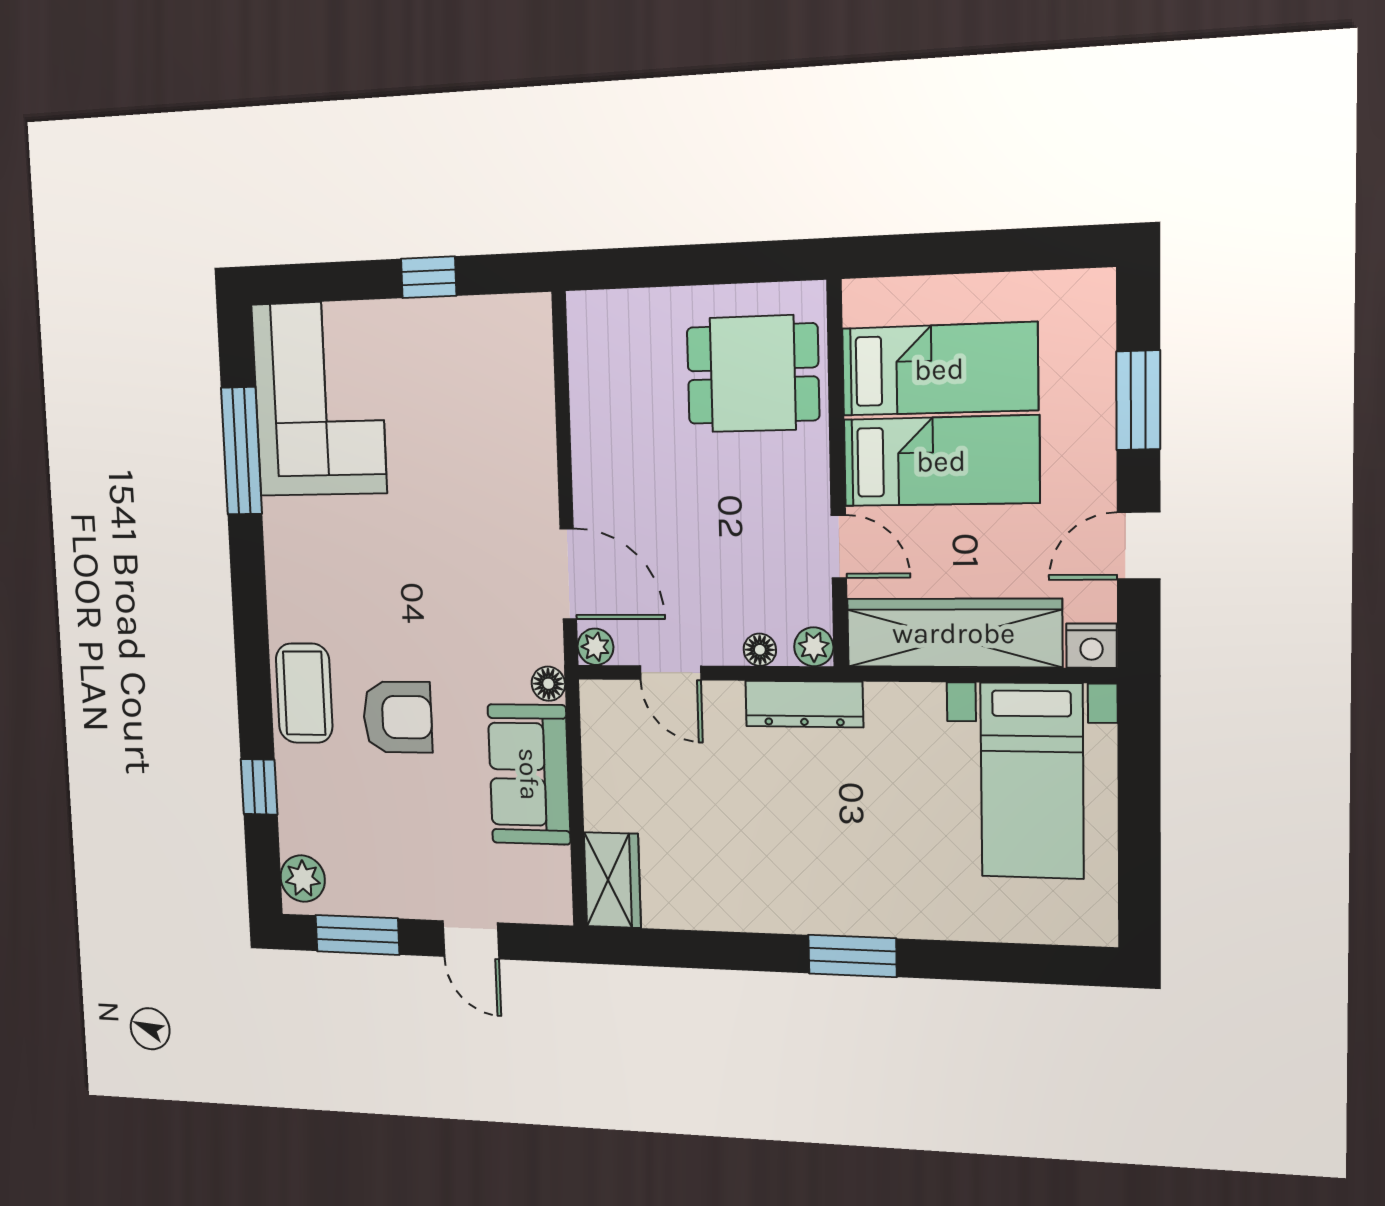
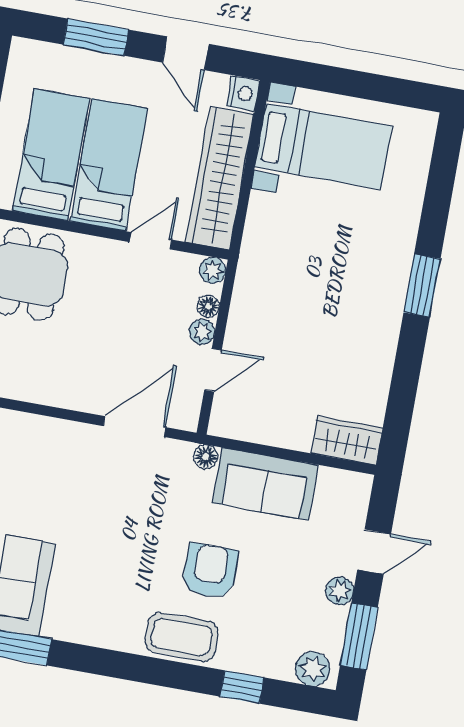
plant: (595, 647) -> (202, 332), moved
dresser: (804, 704) -> (249, 284), removed
plant: (410, 900) -> (340, 591), added

